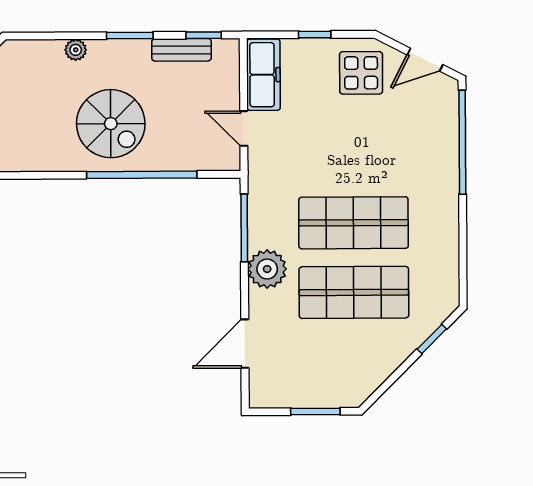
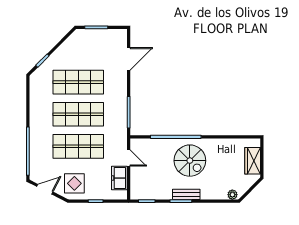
plant: (76, 50) -> (232, 195), moved
bench: (182, 50) -> (186, 194), moved
freezer: (263, 75) -> (119, 178), width x0.71
spiral stairs: (111, 124) -> (190, 161), turned 180
shop shelf: (353, 153) -> (78, 146), added
plant: (267, 269) -> (118, 93), removed

